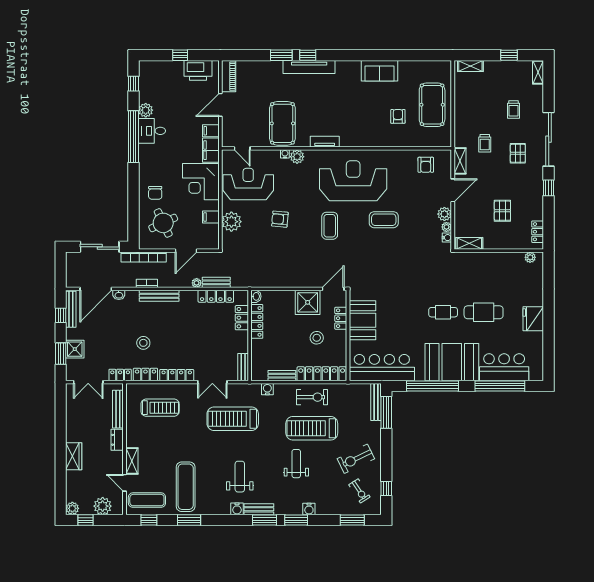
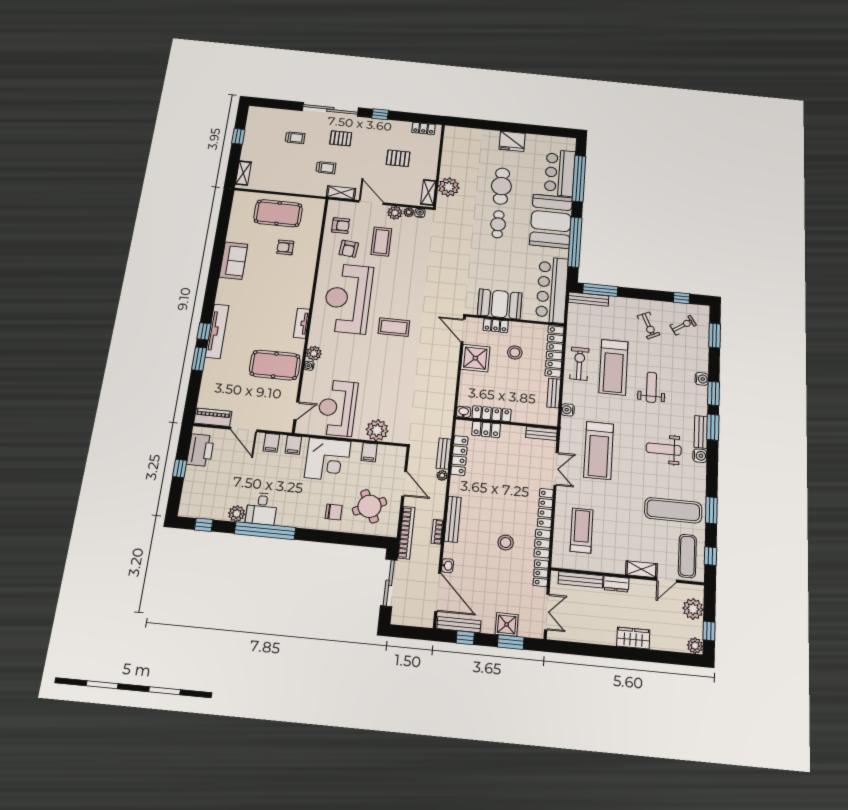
shelving: (538, 72) -> (260, 112), removed
filing cabinet: (211, 150) -> (293, 445), width x0.50
armchair: (280, 219) -> (349, 249), moved
coffee table: (384, 220) -> (381, 242), moved
plant: (530, 257) -> (449, 187), moved, width x1.87, depth x1.87
exercise bike: (356, 459) -> (649, 325), width x0.73, depth x0.72
weight bench: (296, 464) -> (651, 387), turned 90

